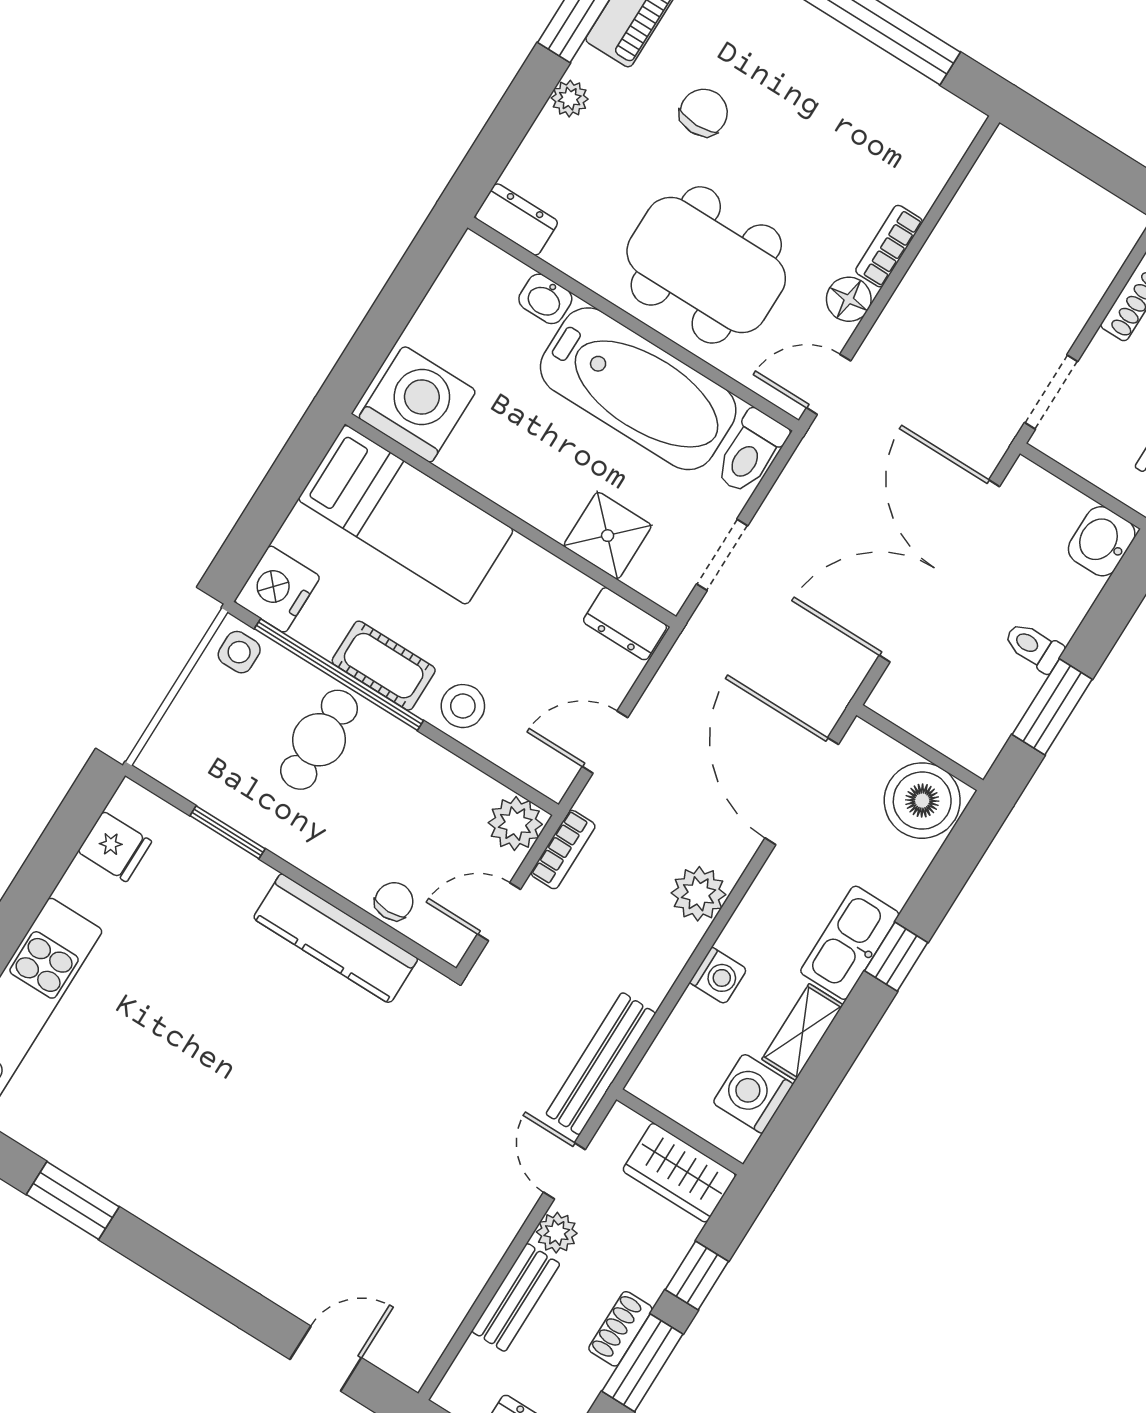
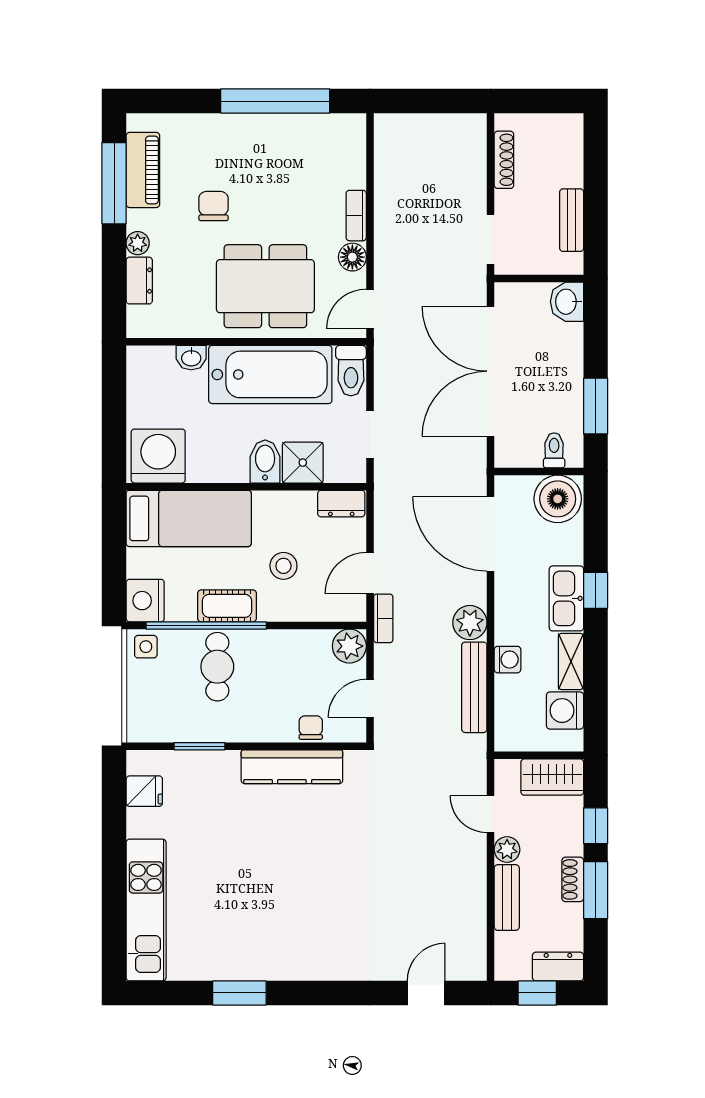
dresser: (516, 219) -> (139, 281), moved, turned 90
bidet: (557, 502) -> (265, 462), added
toilet: (1034, 647) -> (554, 450), moved, turned 90
stool: (463, 706) -> (283, 566), moved
bookcase: (563, 850) -> (383, 618), moved
bench: (601, 1064) -> (474, 687), moved

